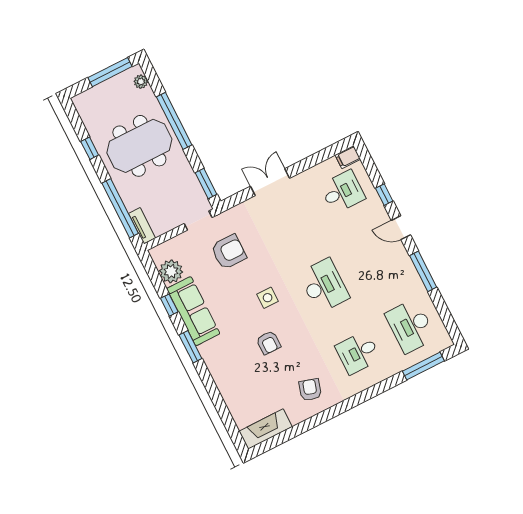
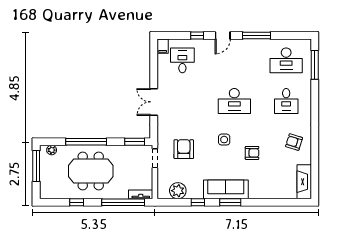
meeting table: (139, 146) -> (91, 171), turned 90
desk: (324, 286) -> (234, 101), turned 180
sofa: (193, 311) -> (226, 189), moved

